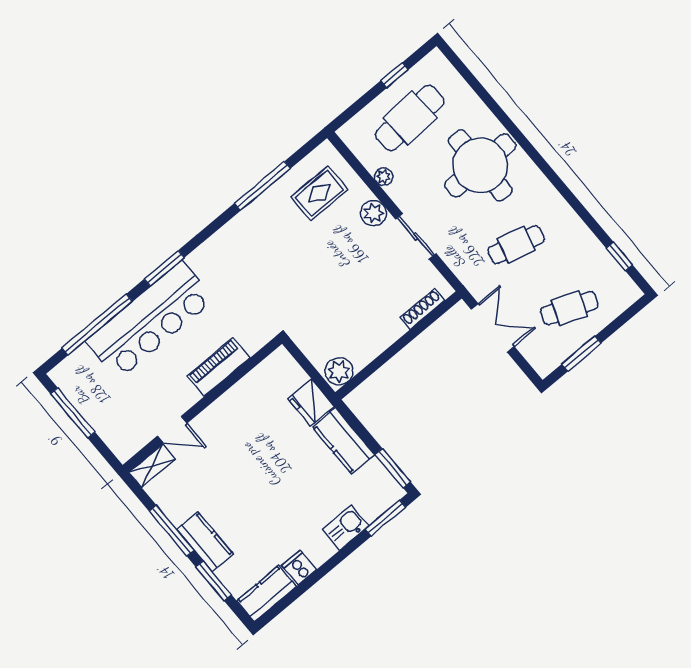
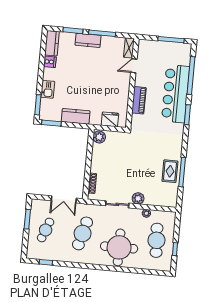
rug: (319, 193) -> (170, 171), moved
cafe table: (516, 245) -> (83, 233), width x1.37, depth x1.35
fridge: (311, 402) -> (110, 119), moved

